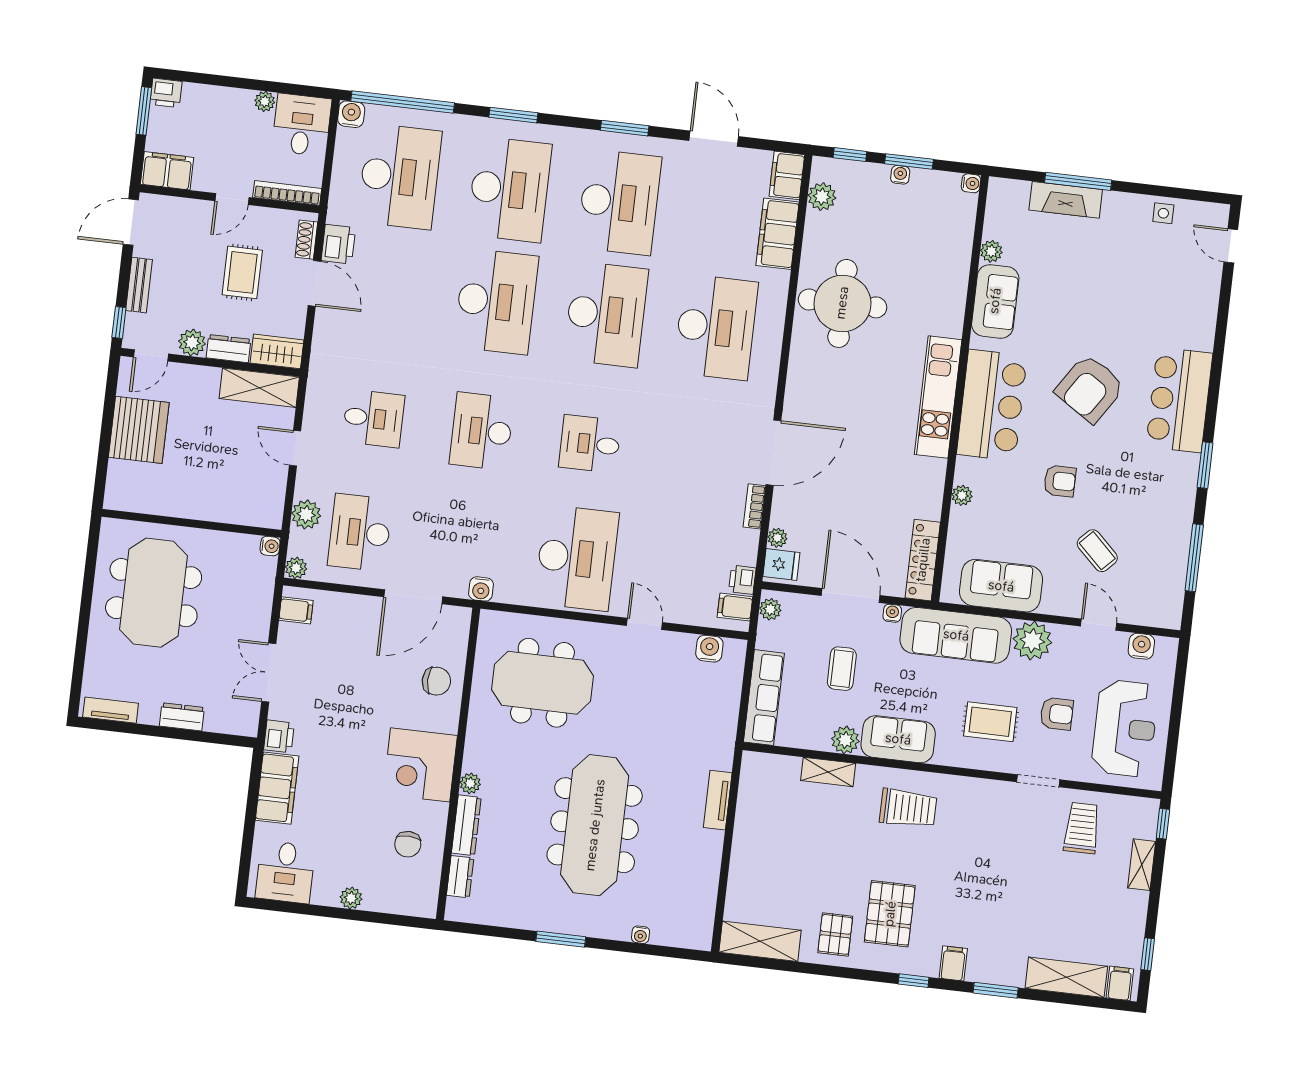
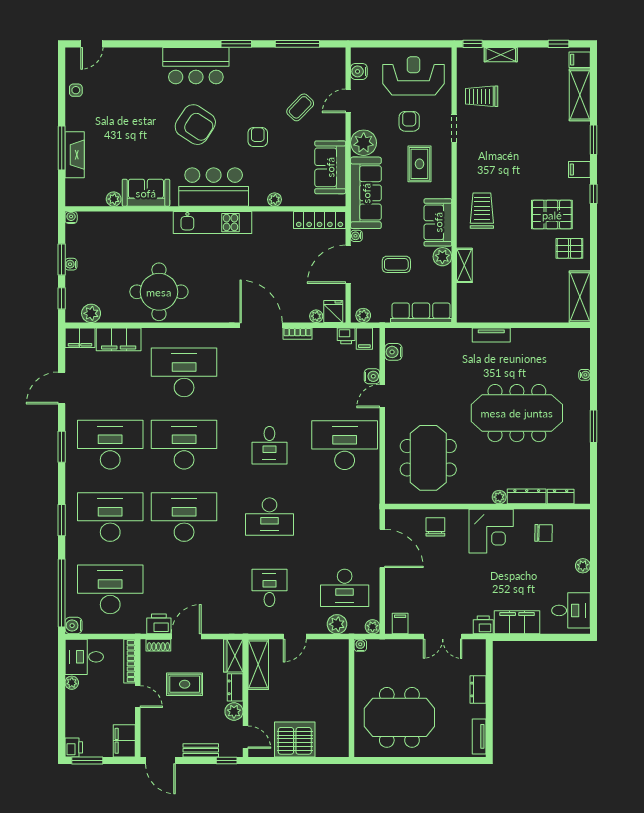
water cooler: (481, 589) -> (372, 376), moved

